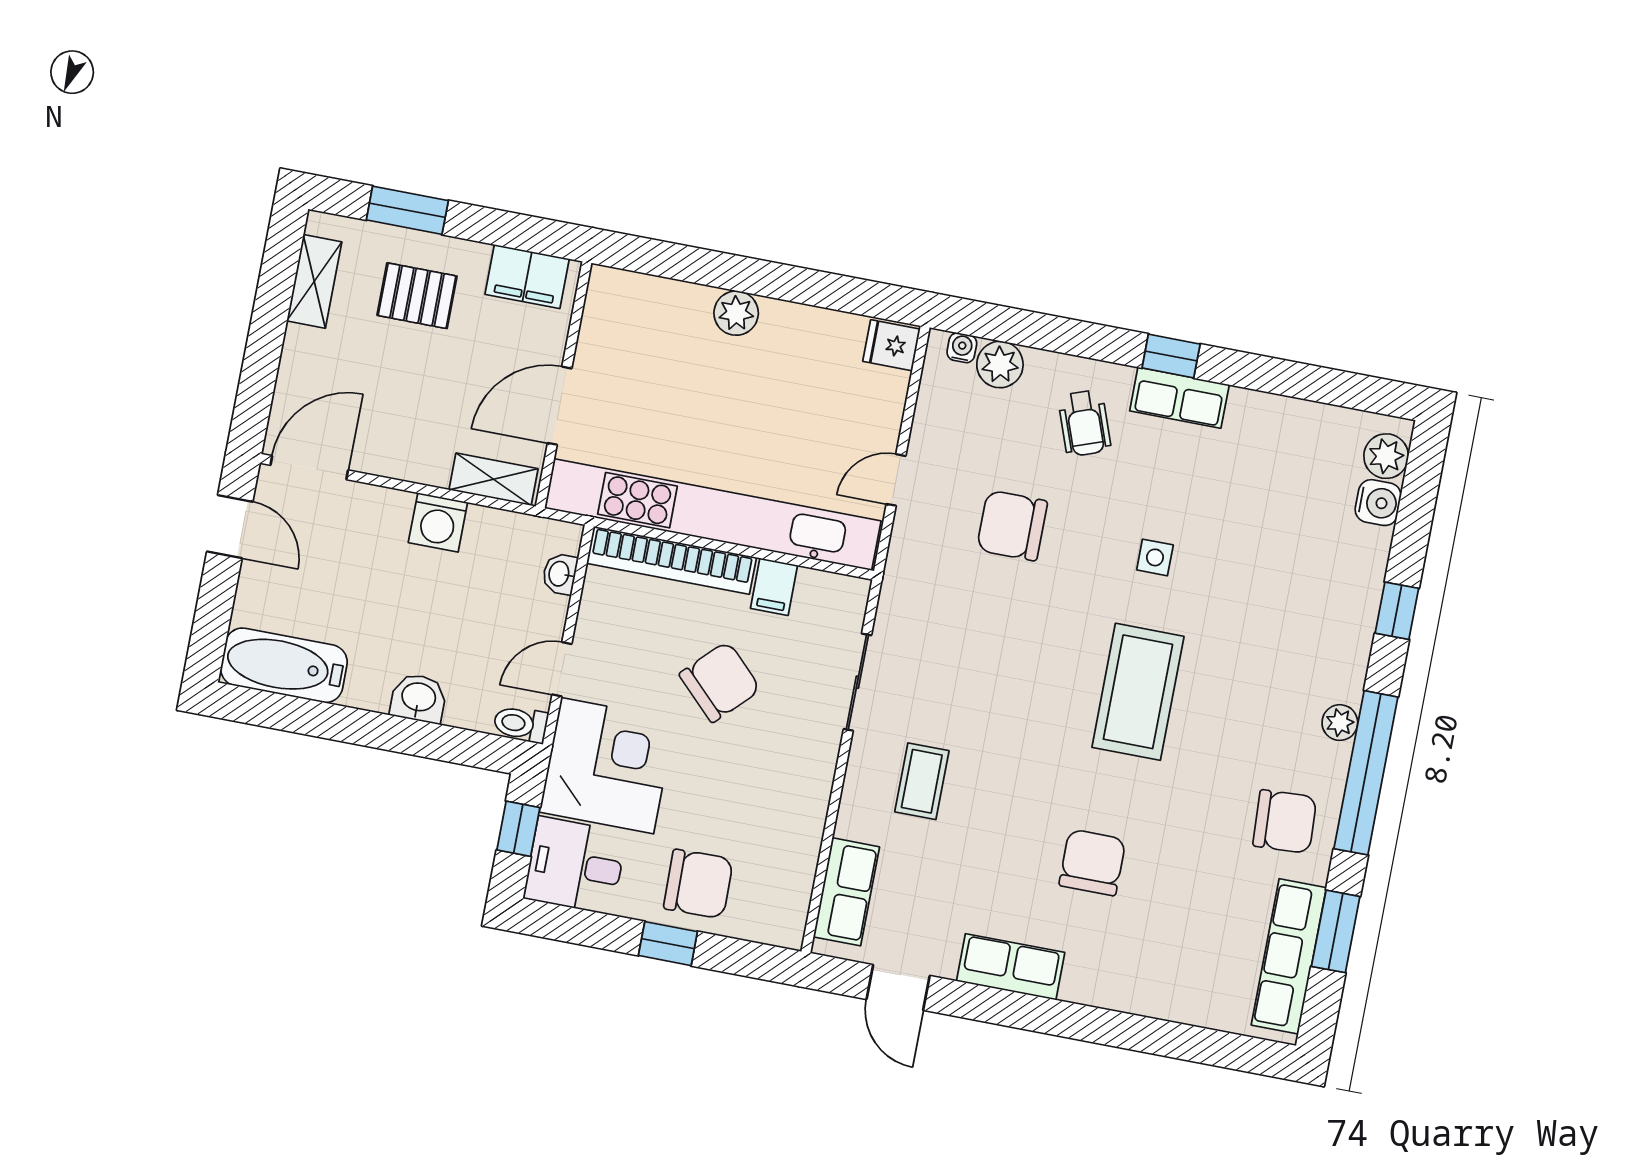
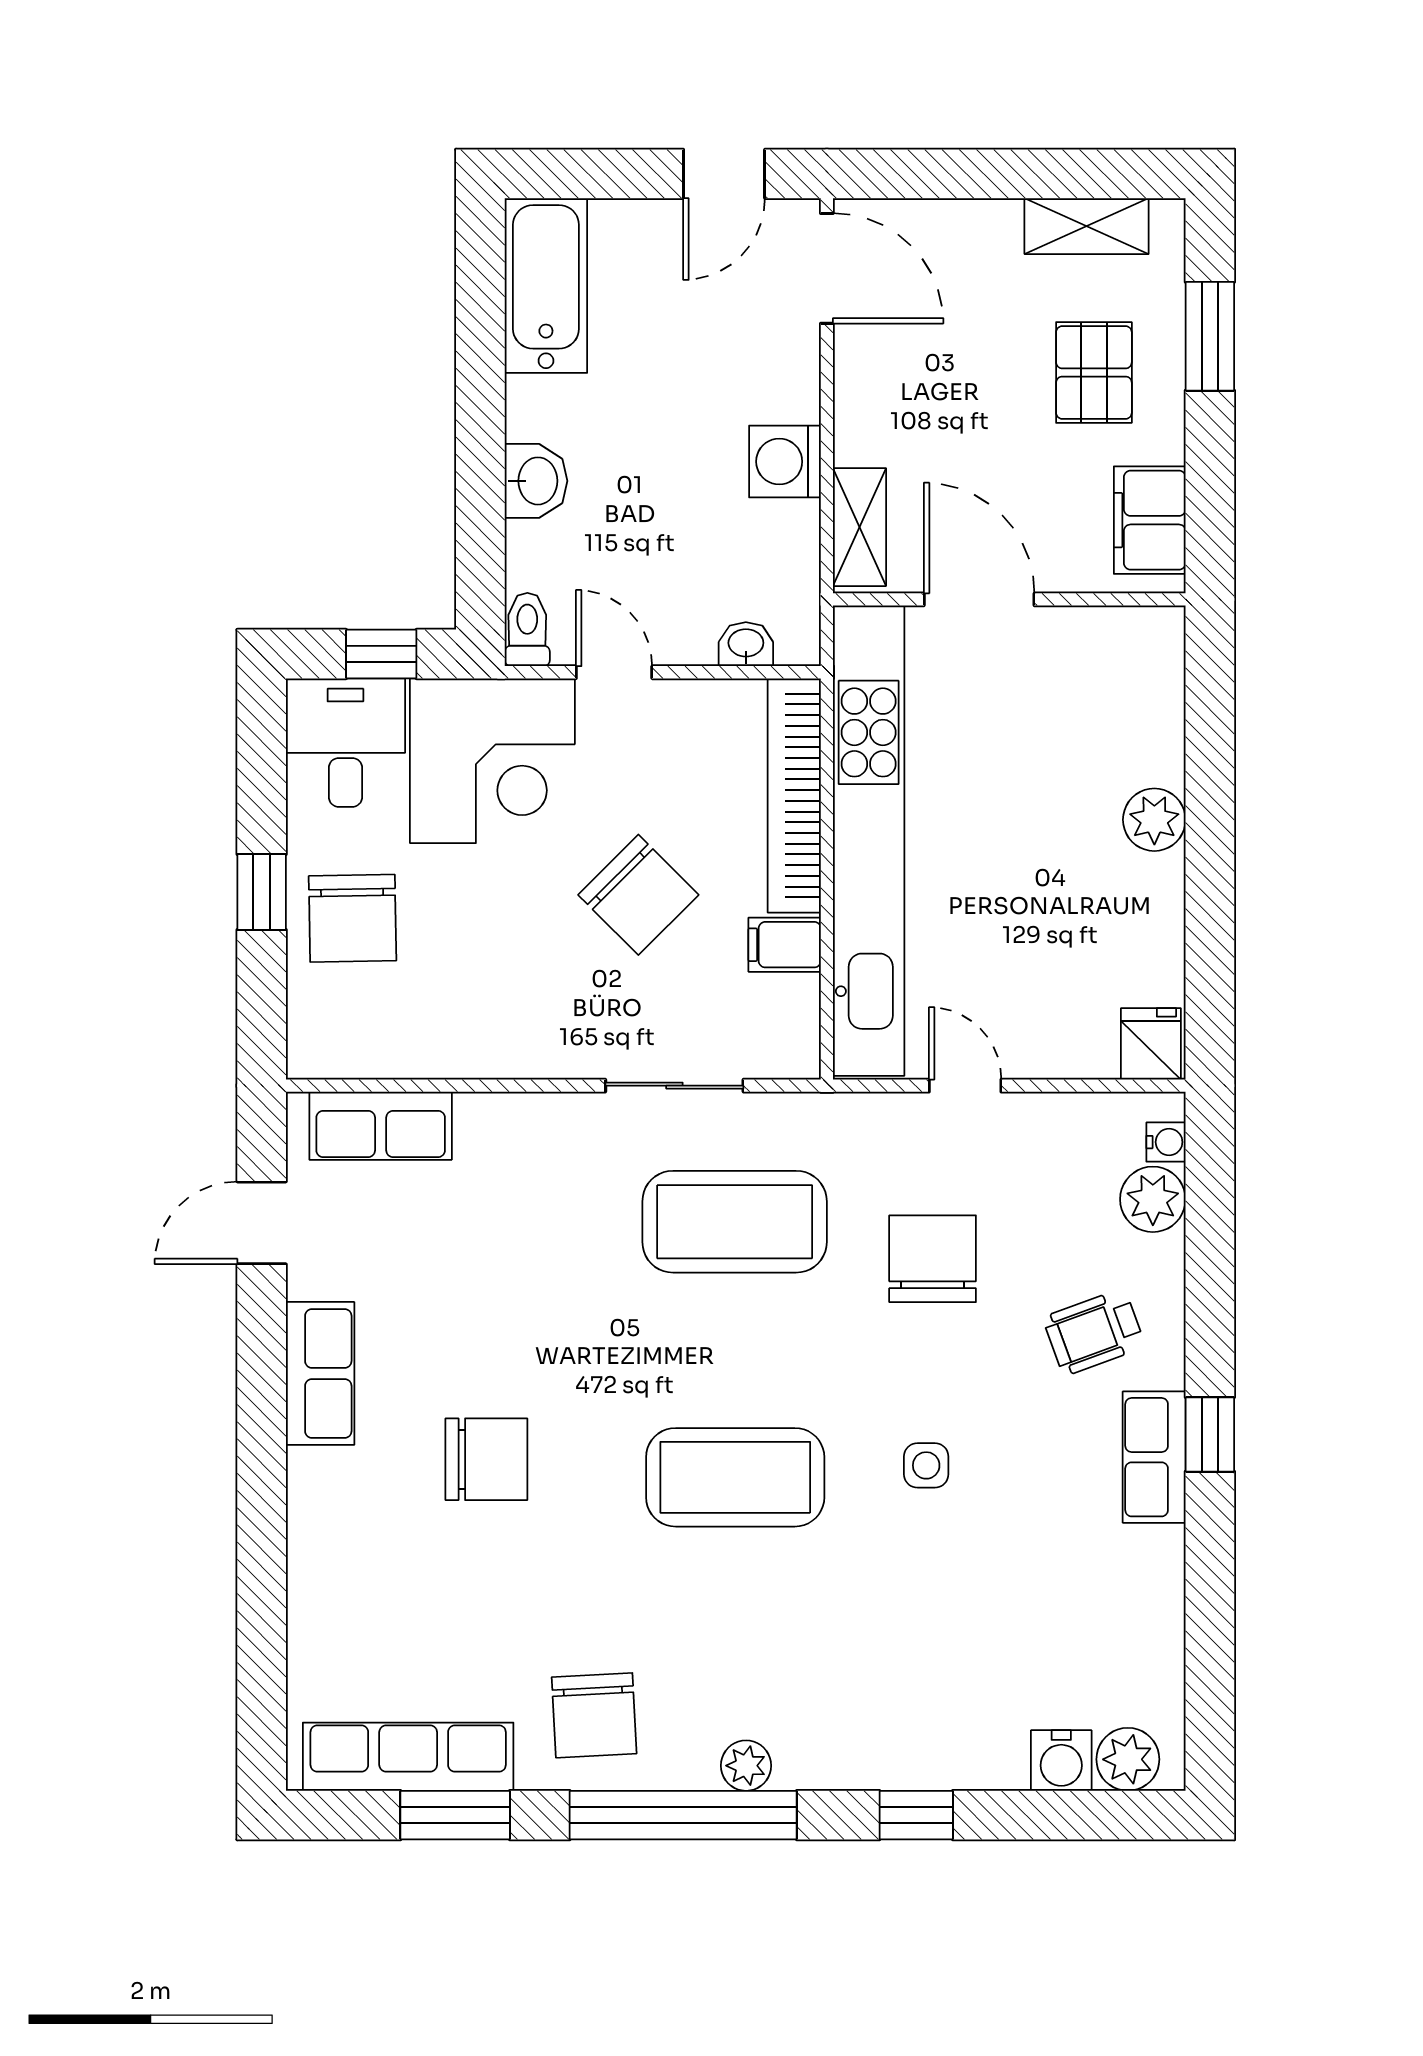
coffee table: (922, 781) -> (735, 1222), moved, width x1.86, depth x1.72

